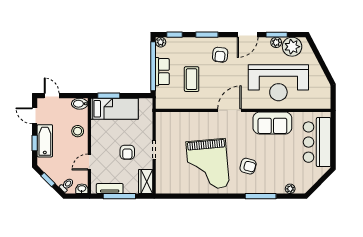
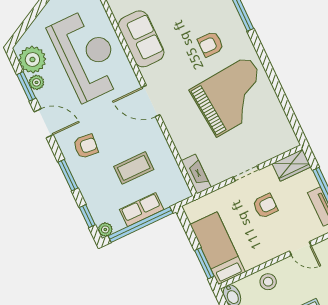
fireplace: (169, 117) -> (196, 174), added
armchair: (248, 166) -> (211, 44), turned -105

